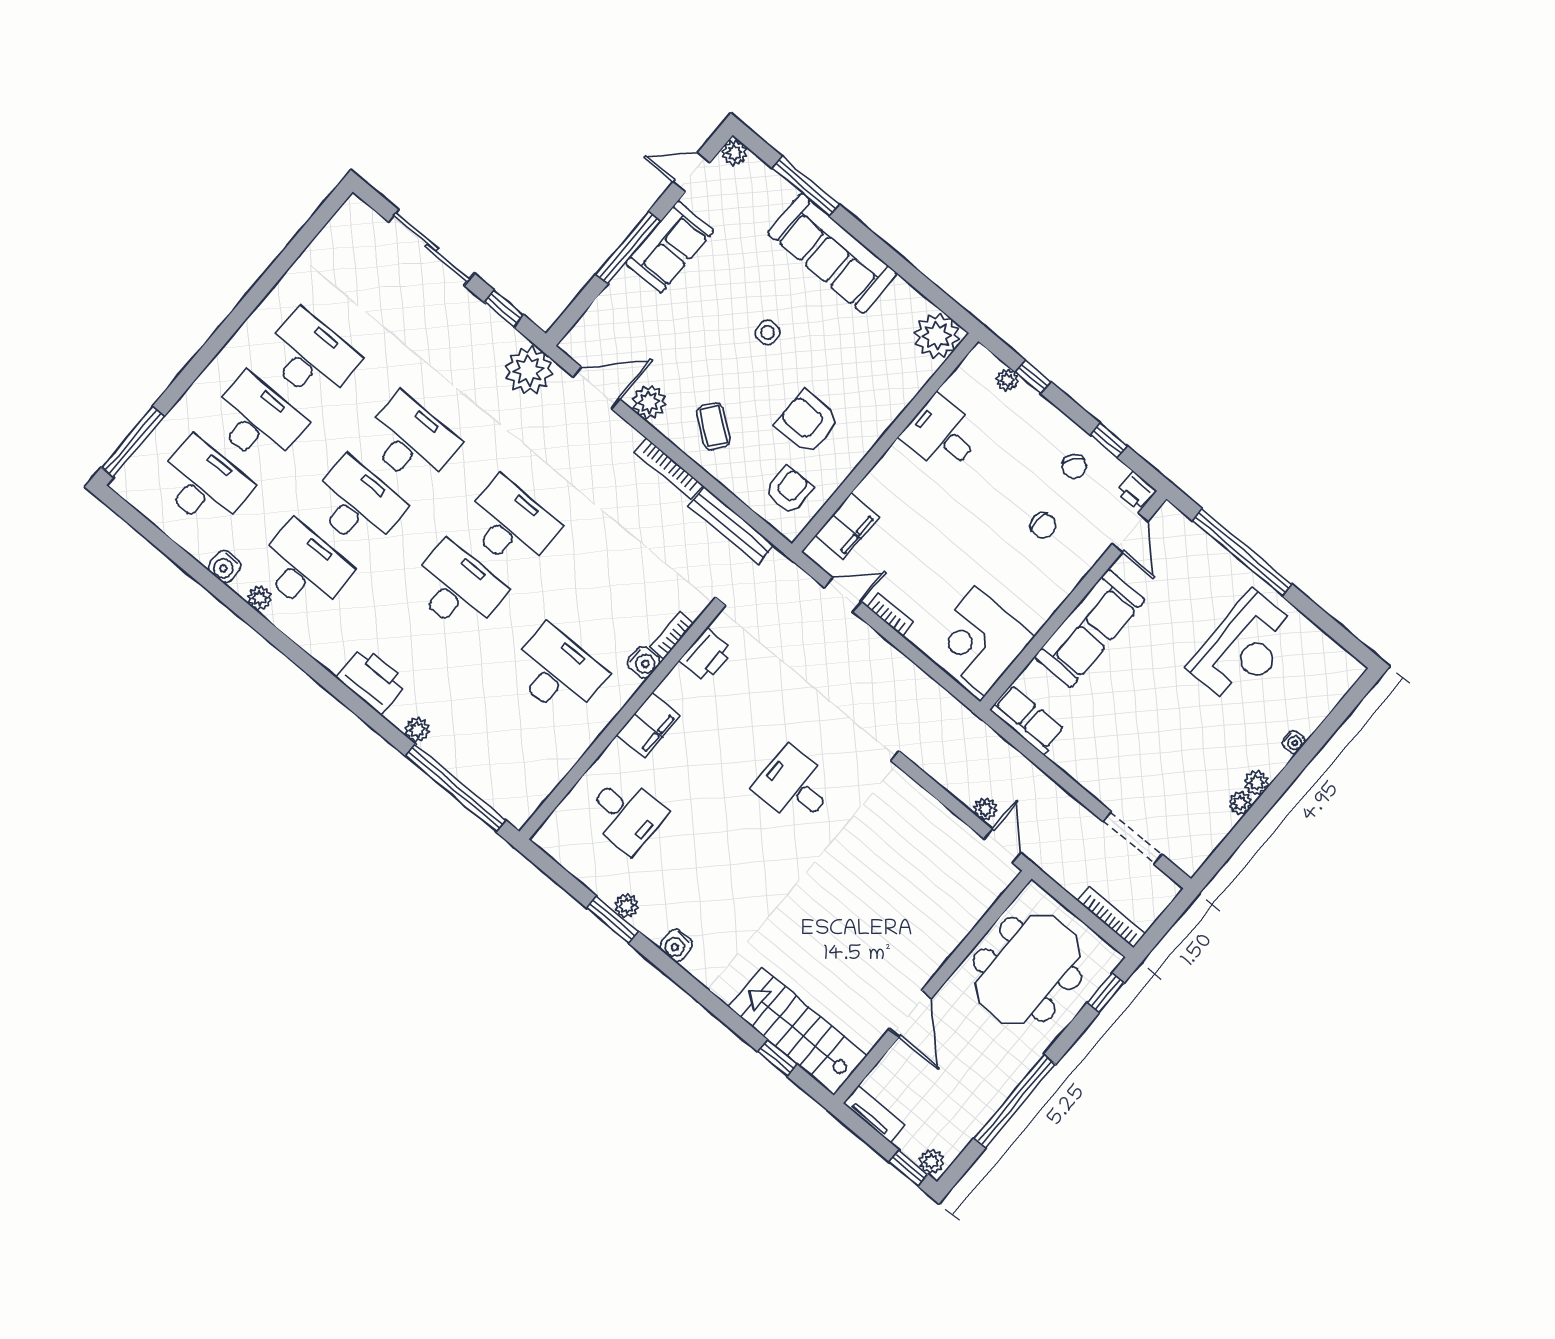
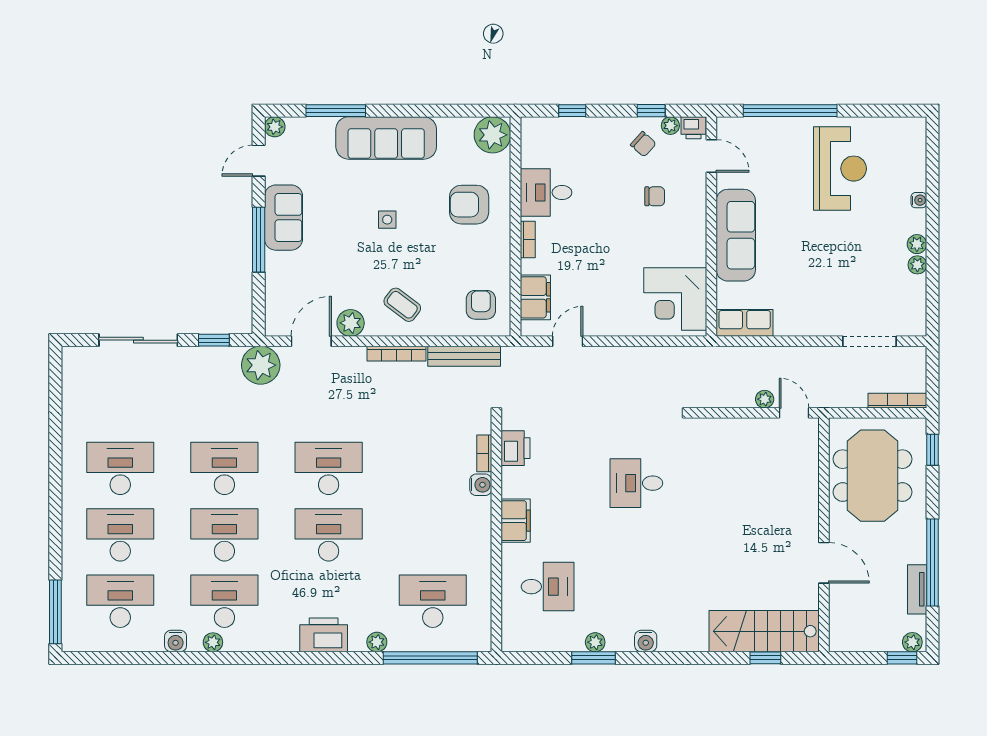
plant: (1007, 380) -> (670, 126), moved
armchair: (808, 422) -> (469, 205), moved
bookcase: (890, 614) -> (528, 240), moved, turned 90
desk: (557, 672) -> (433, 601), moved
tv unit: (874, 1114) -> (917, 589), moved, turned -90

